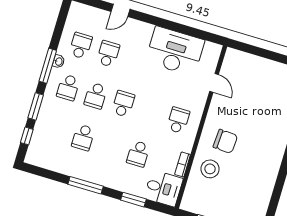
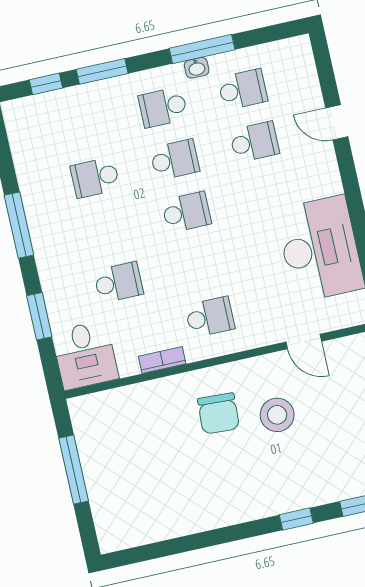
window: (48, 66) -> (202, 49), moved
door: (214, 83) -> (304, 342), hinge flipped
school desk: (96, 96) -> (175, 160), turned 180
school desk: (138, 154) -> (118, 282), turned 180
bookcase: (183, 165) -> (162, 360), moved
stool: (210, 169) -> (277, 415), moved

